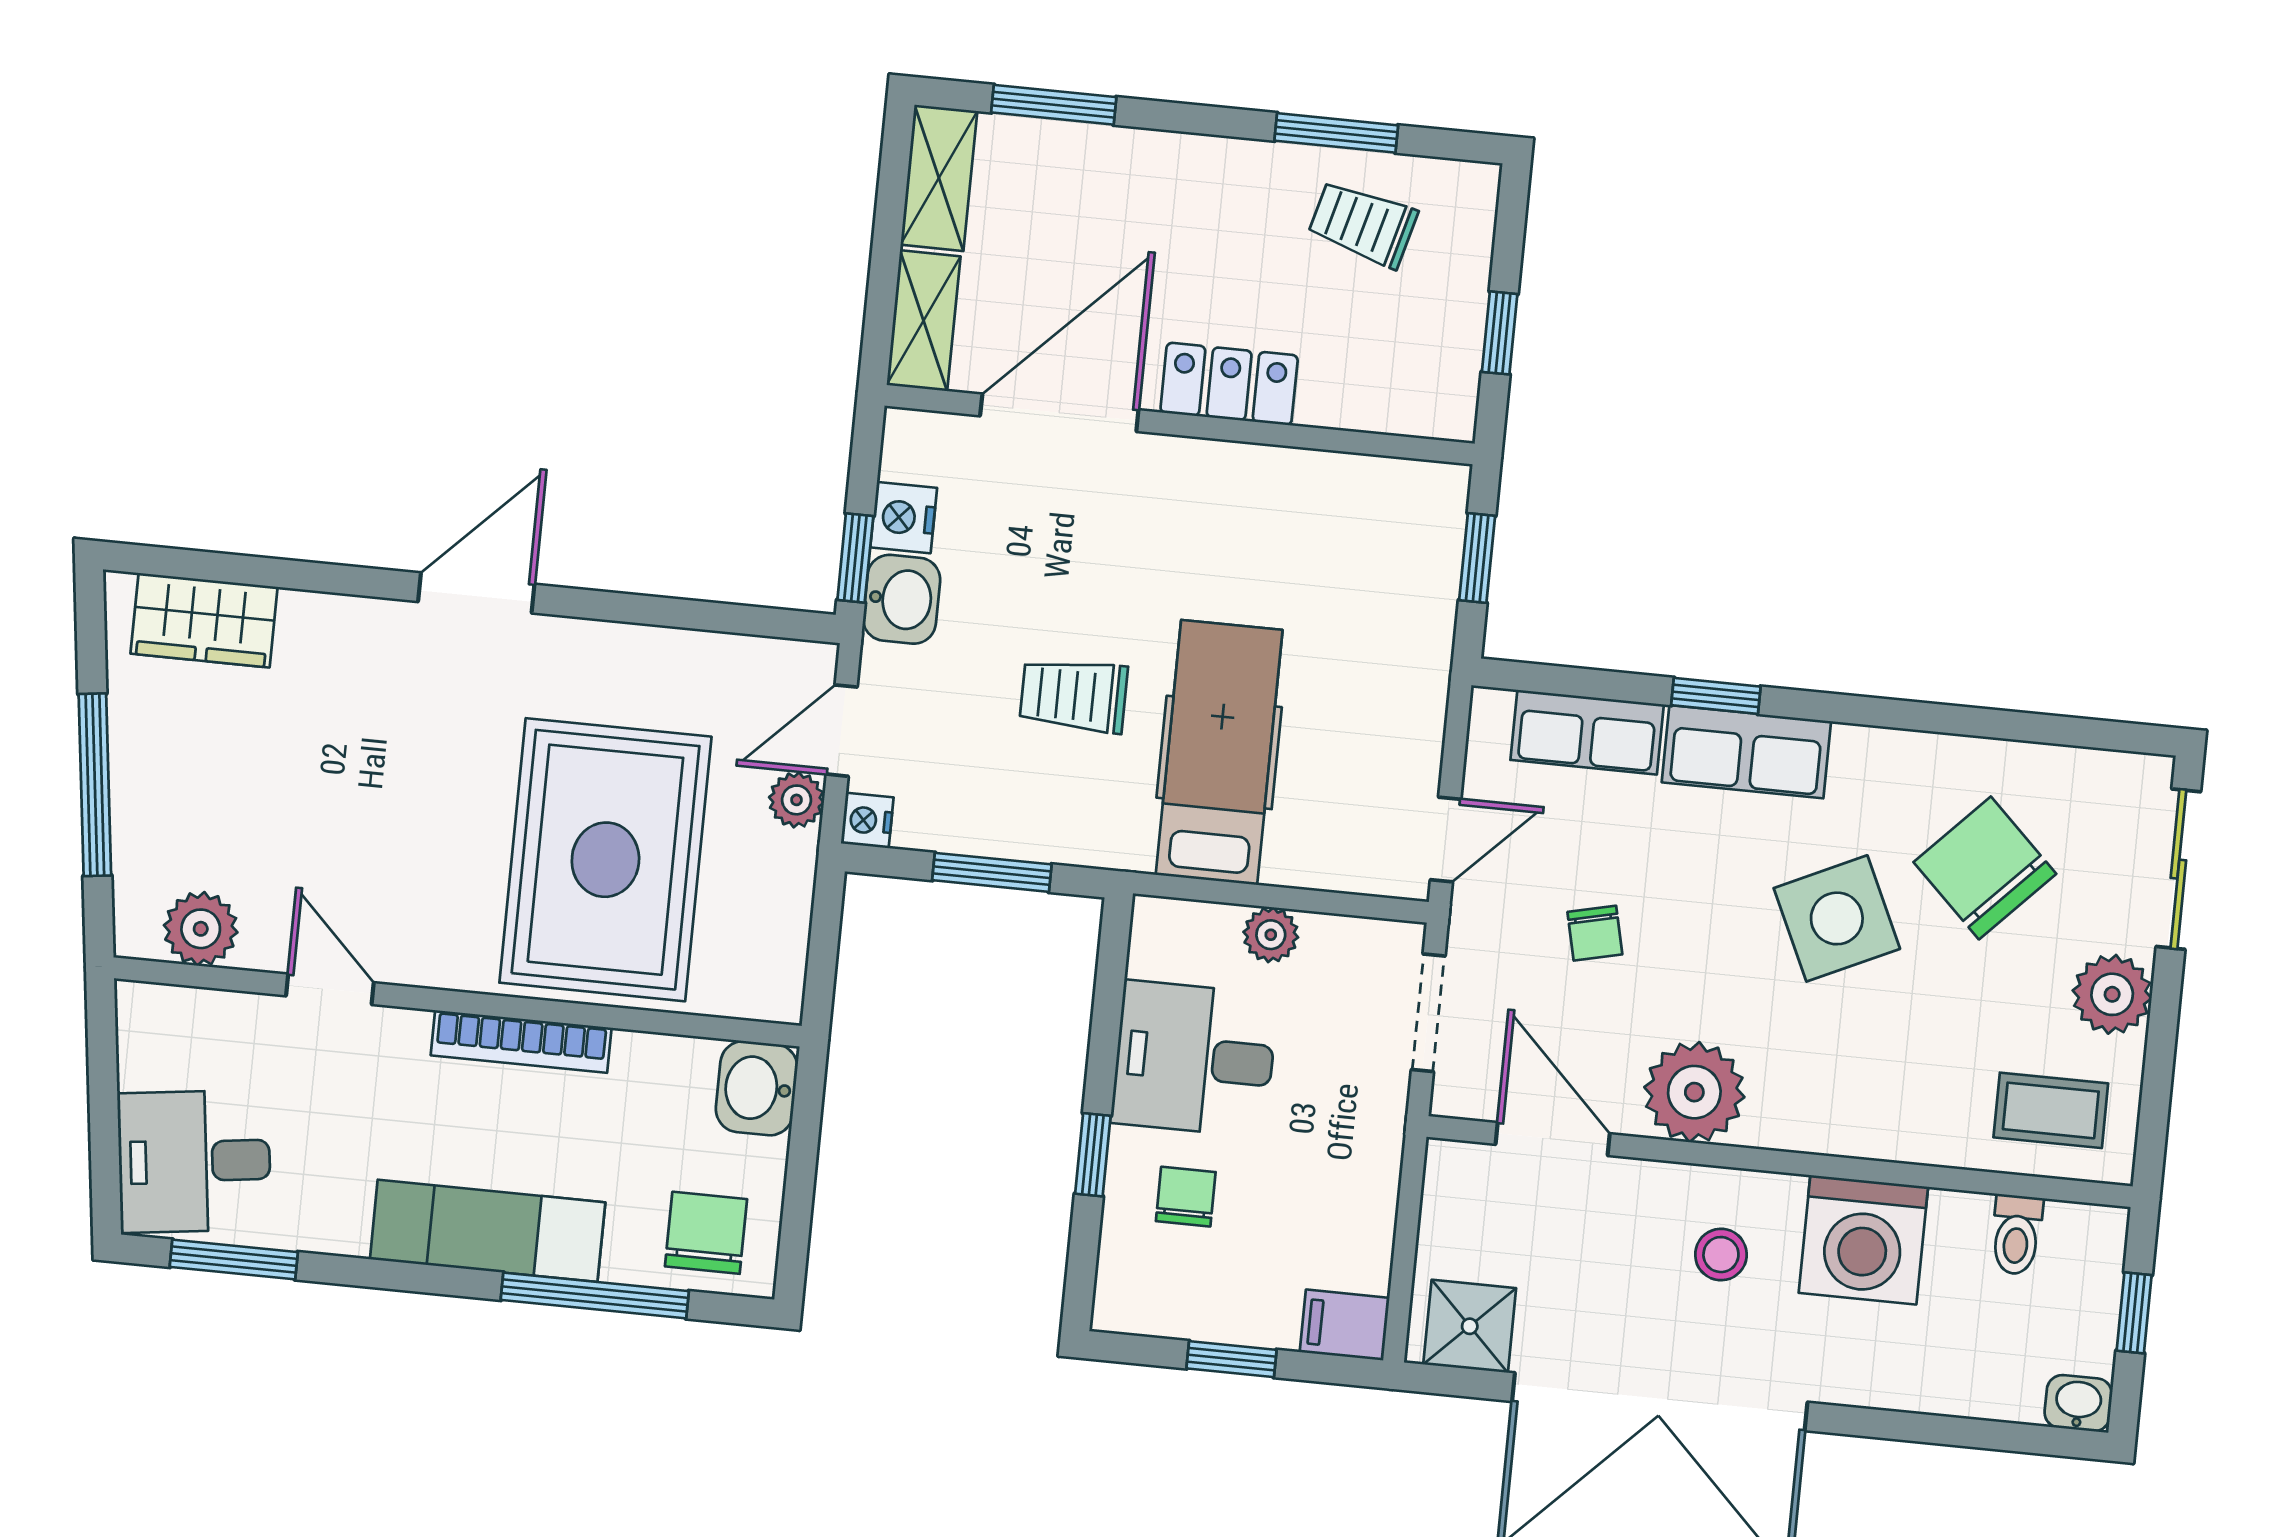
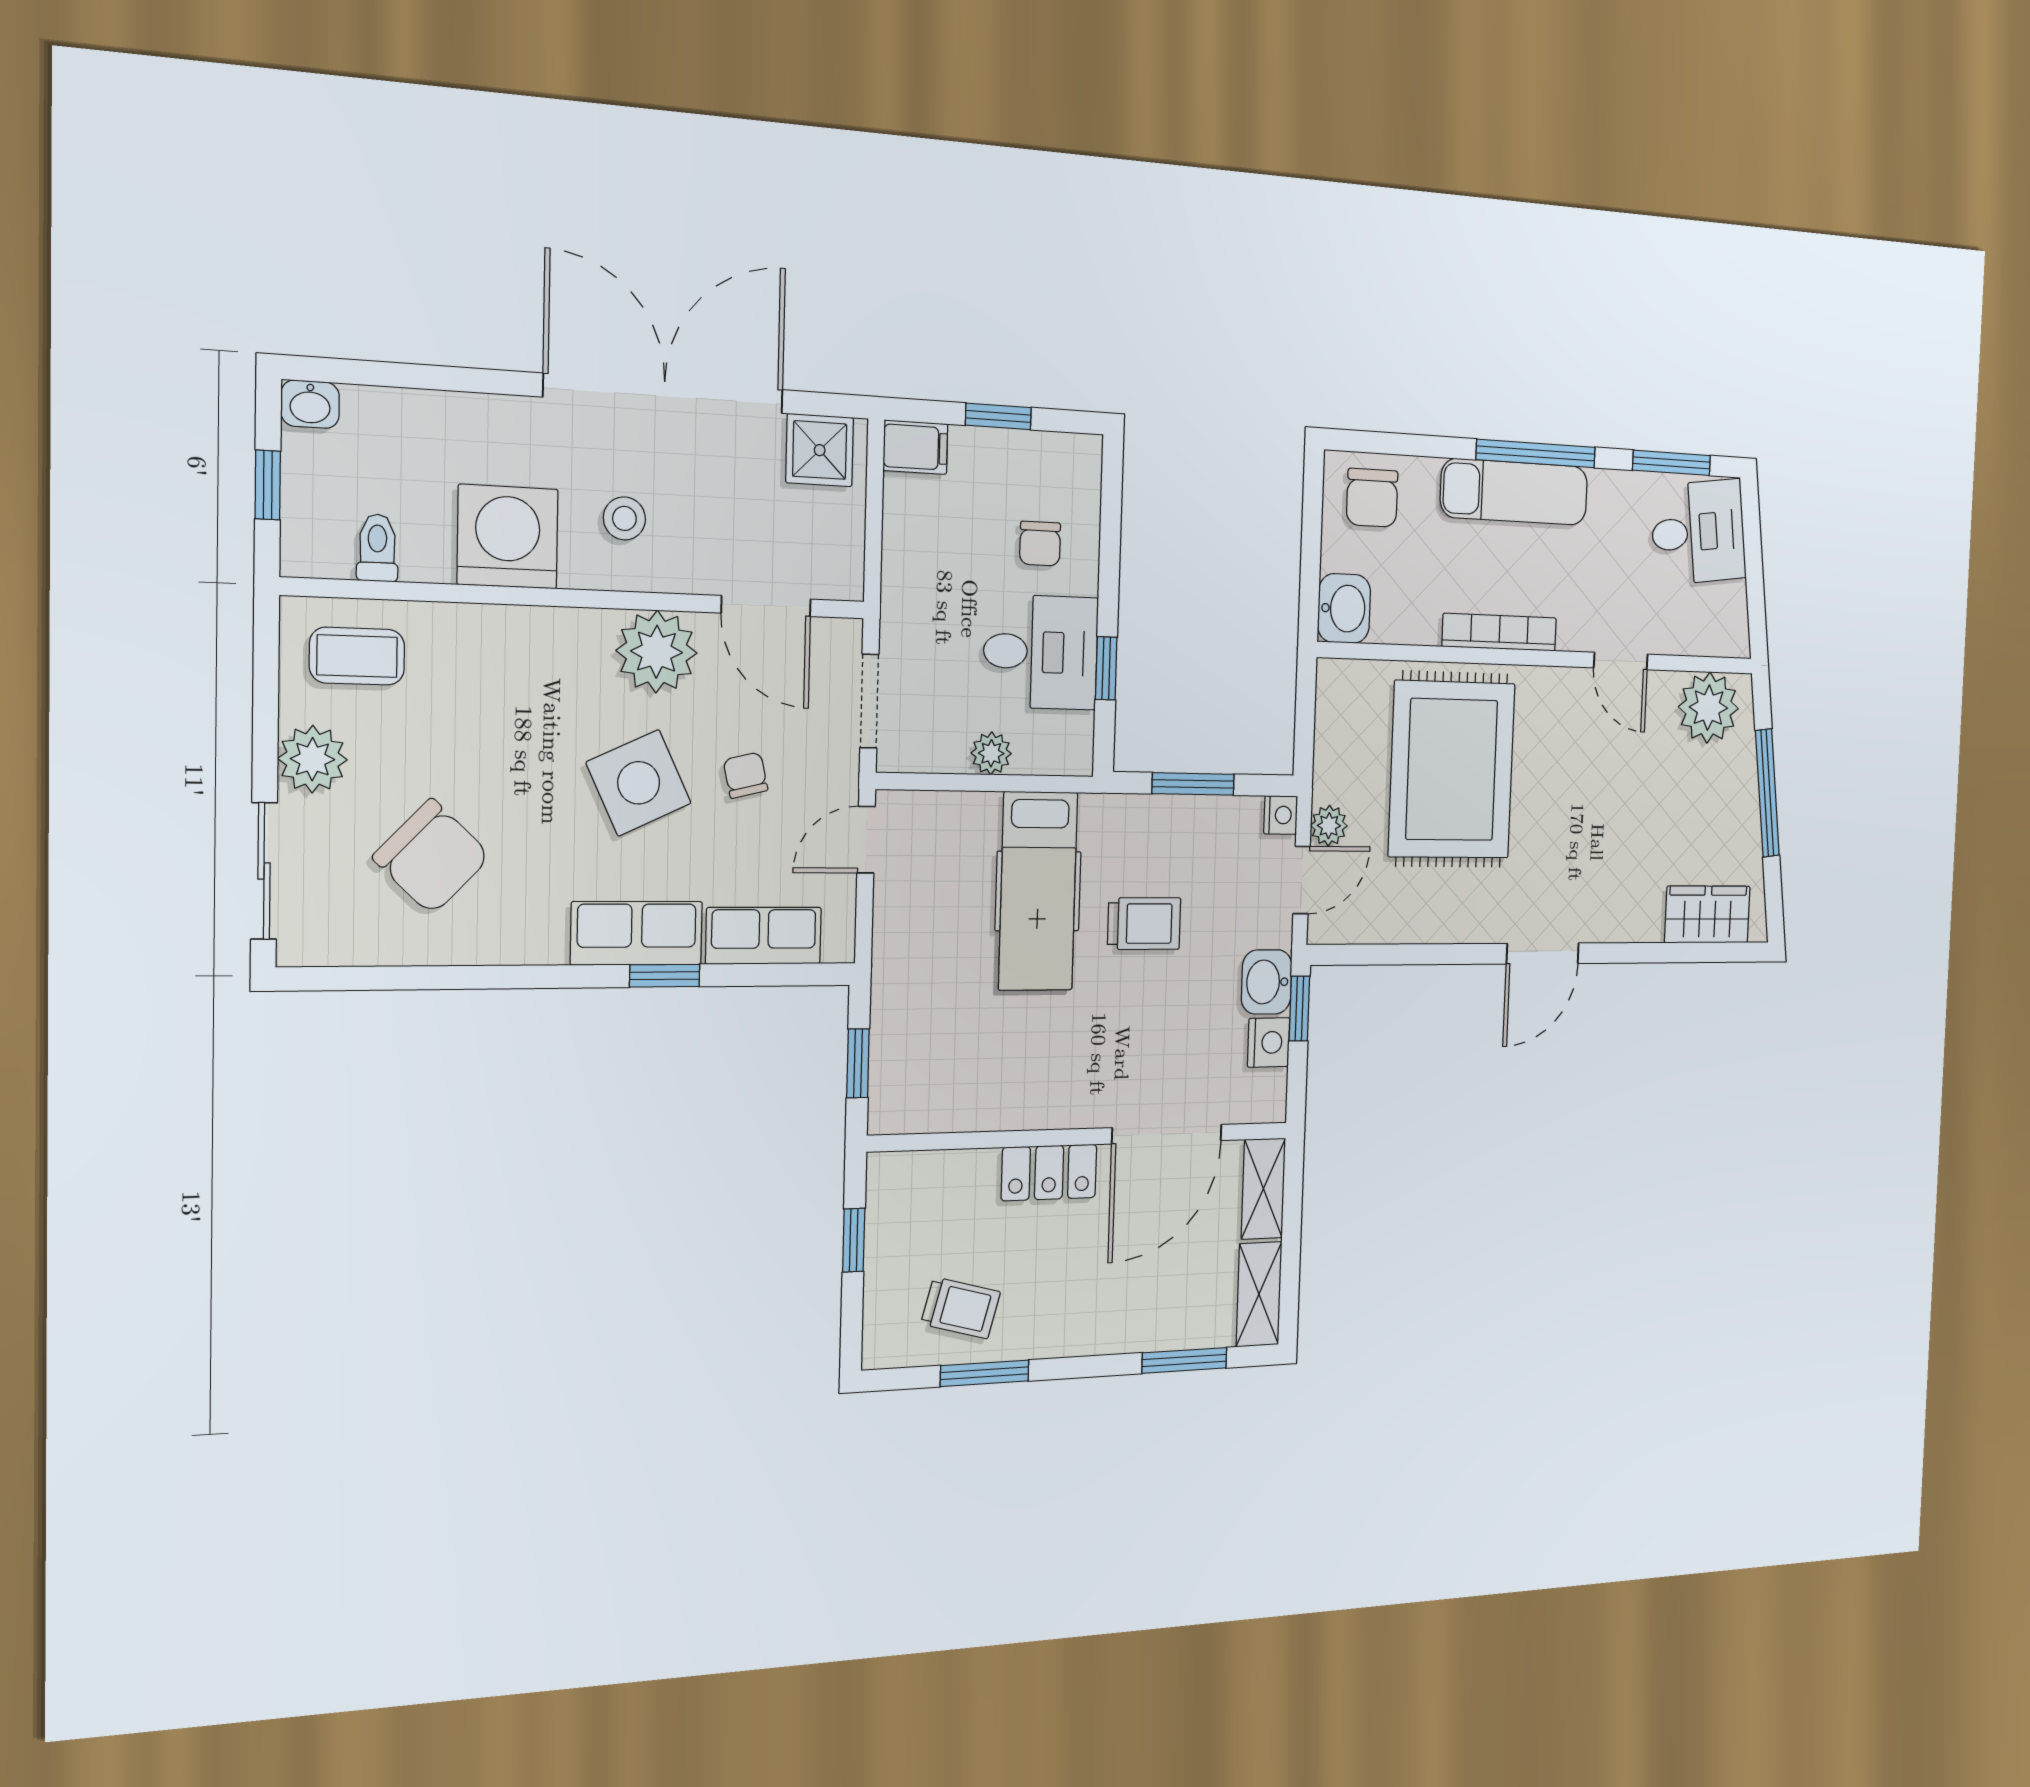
side table: (1837, 918) -> (639, 783), moved
plant: (201, 929) -> (1708, 708), width x1.36, depth x1.36
window: (1093, 1155) -> (1106, 668), moved
window: (595, 1296) -> (1536, 453), moved

